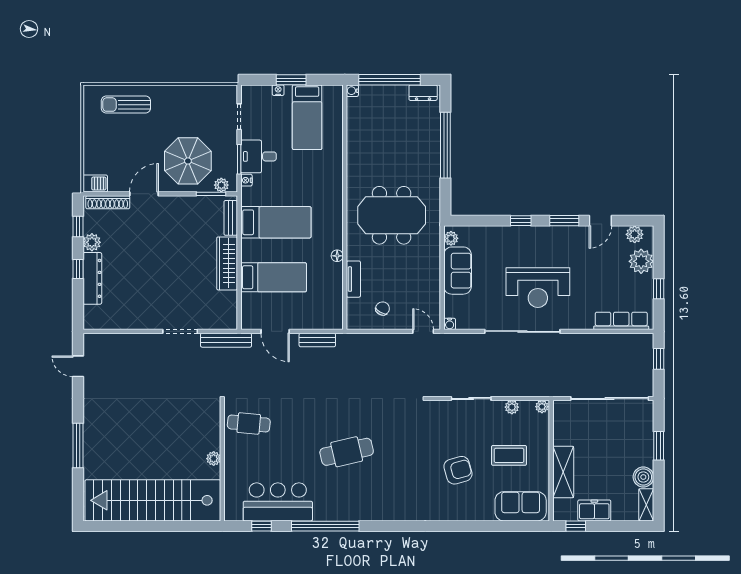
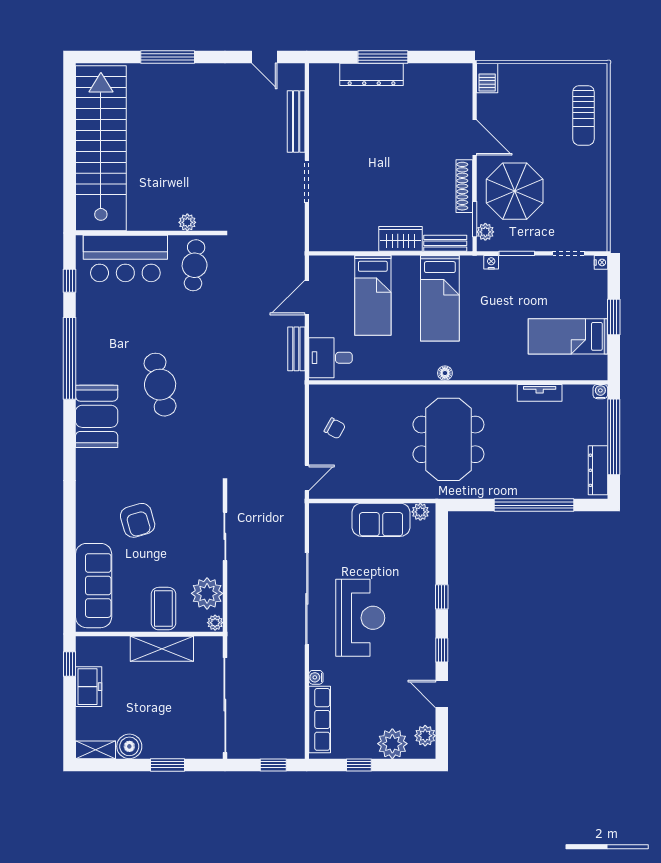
nightstand: (278, 90) -> (601, 262), moved
dresser: (423, 93) -> (598, 470), width x1.44
sun lounger: (126, 105) -> (583, 115), turned 180
desk: (258, 156) -> (330, 358), moved, turned -90
shoe rack: (108, 202) -> (464, 186), moved
window: (564, 221) -> (442, 650), width x0.67
window: (78, 226) -> (435, 57), removed
plant: (92, 242) -> (416, 74), removed
floor lamp: (337, 256) -> (445, 373), moved
wardrobe: (227, 263) -> (401, 239), width x0.67
window: (78, 269) -> (383, 57), width x2.17
tv unit: (353, 279) -> (540, 393), moved
reception desk: (538, 288) -> (360, 618), turned 180
water cooler: (450, 324) -> (316, 677), moved
bench: (226, 340) -> (296, 122), moved
door: (78, 366) -> (264, 57), swing flipped
plant: (512, 407) -> (207, 593), width x1.88, depth x1.88
coffee table: (509, 455) -> (163, 609), moved
plant: (214, 459) -> (187, 222), moved
shelving: (563, 472) -> (162, 649), moved
bar counter: (278, 502) -> (125, 258), moved, turned 90
booth: (373, 504) -> (97, 416), added
sofa: (521, 506) -> (94, 586), width x1.36

